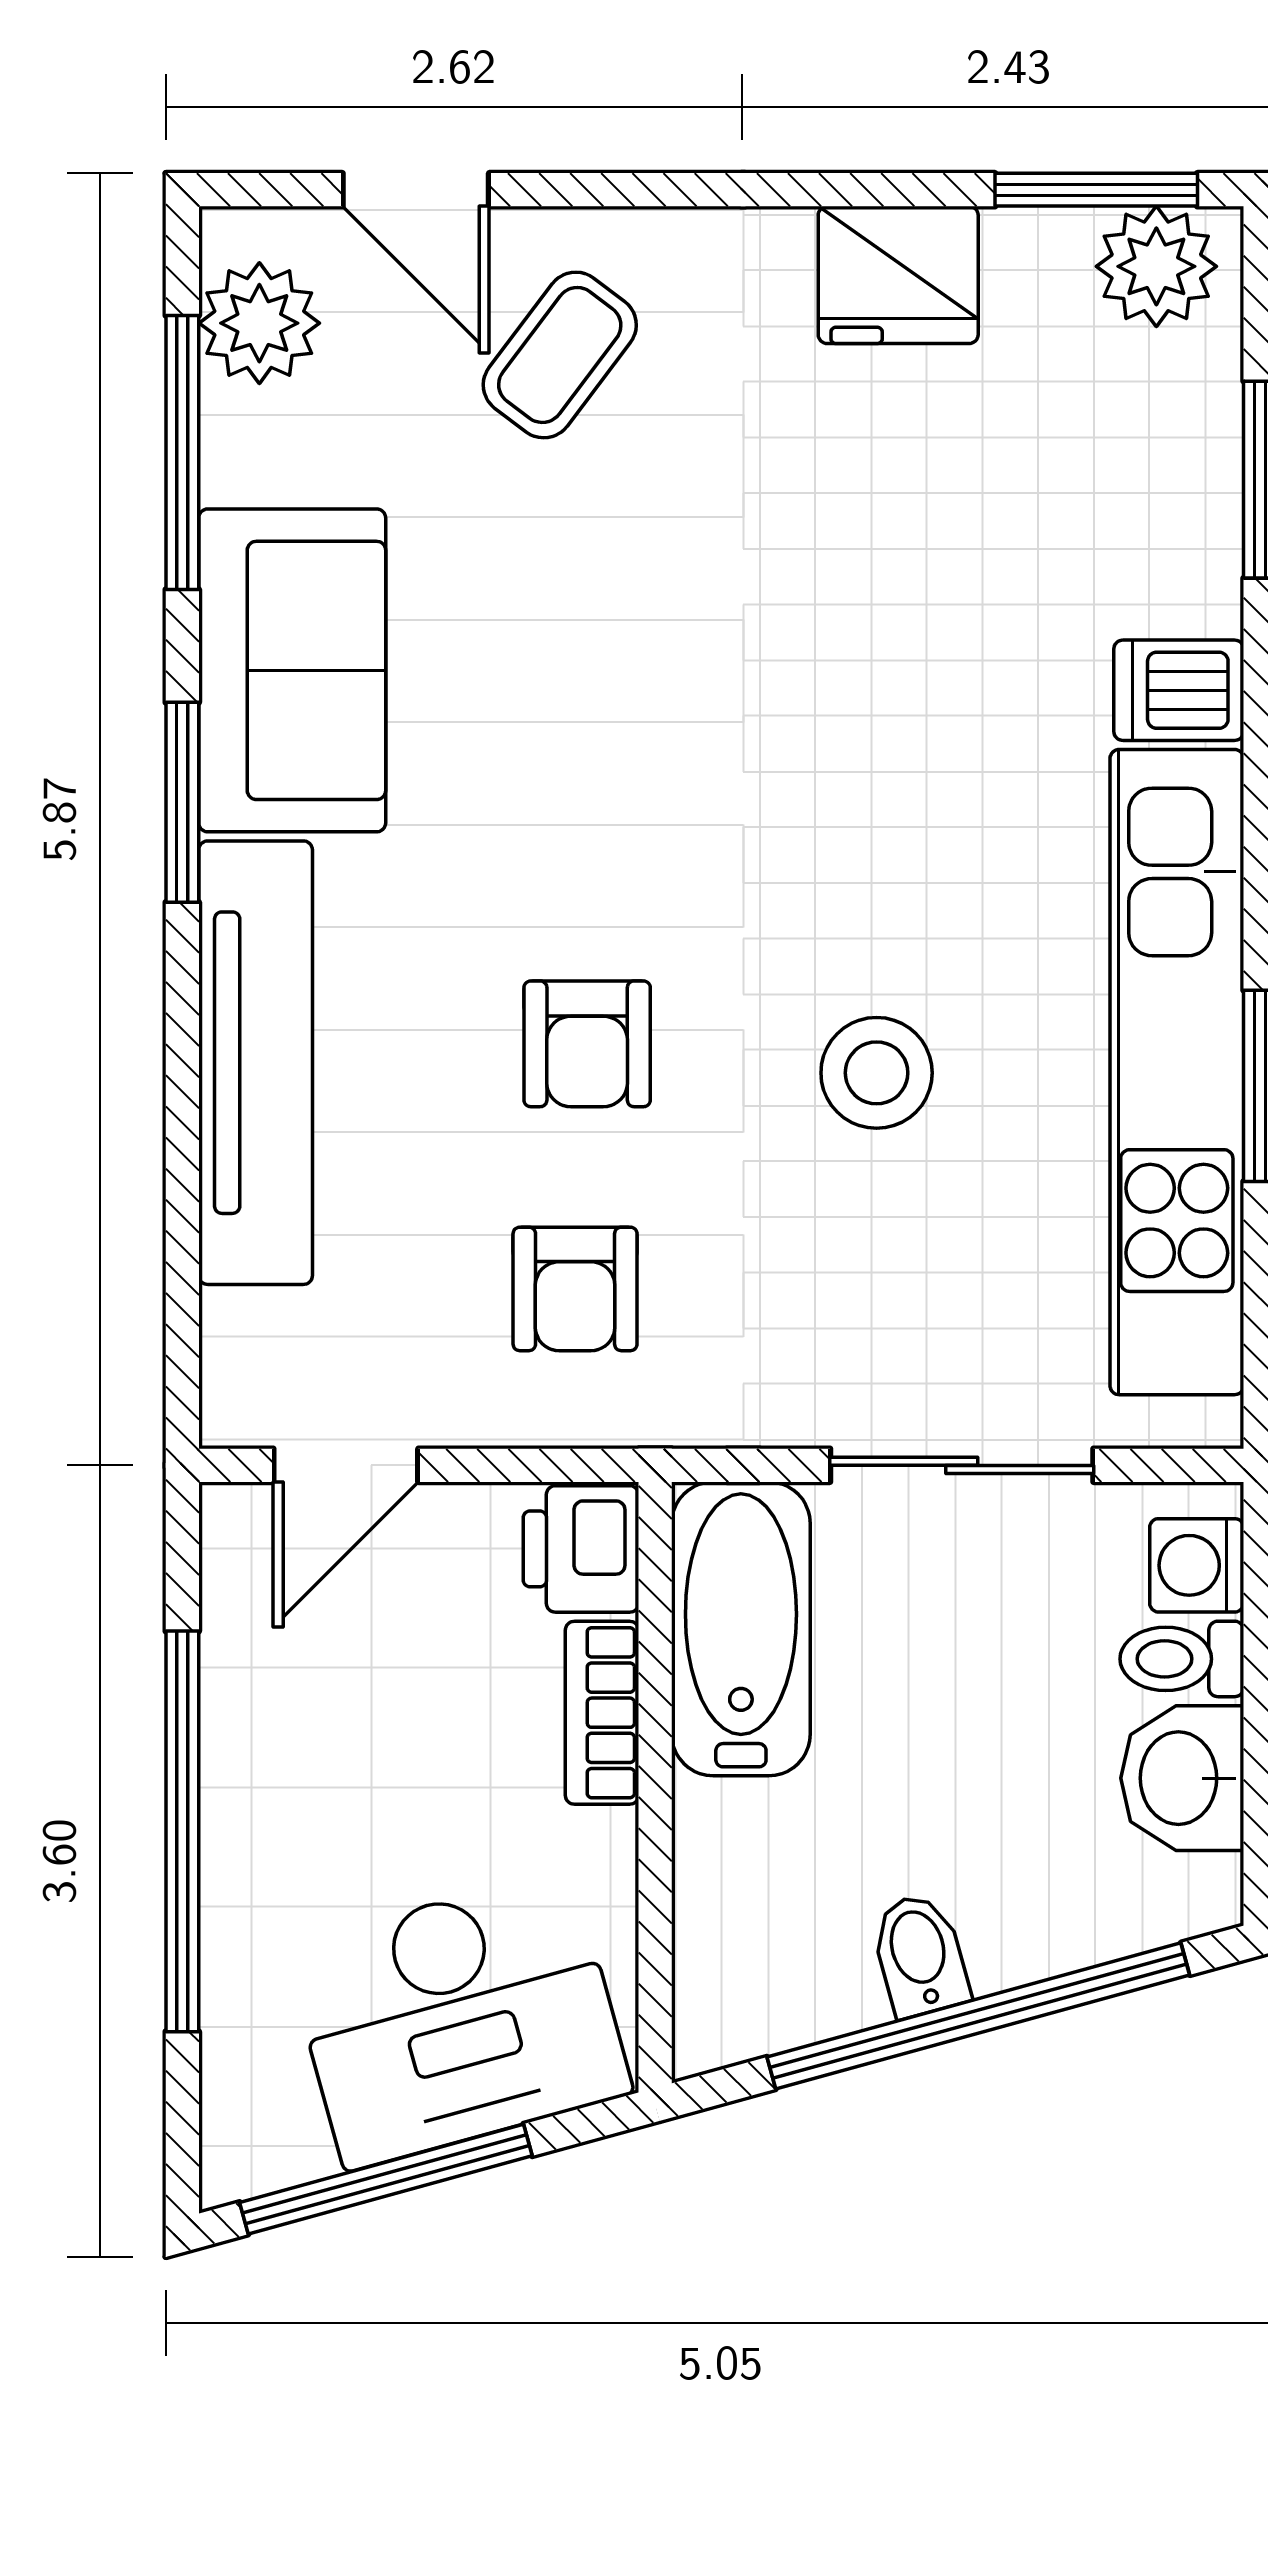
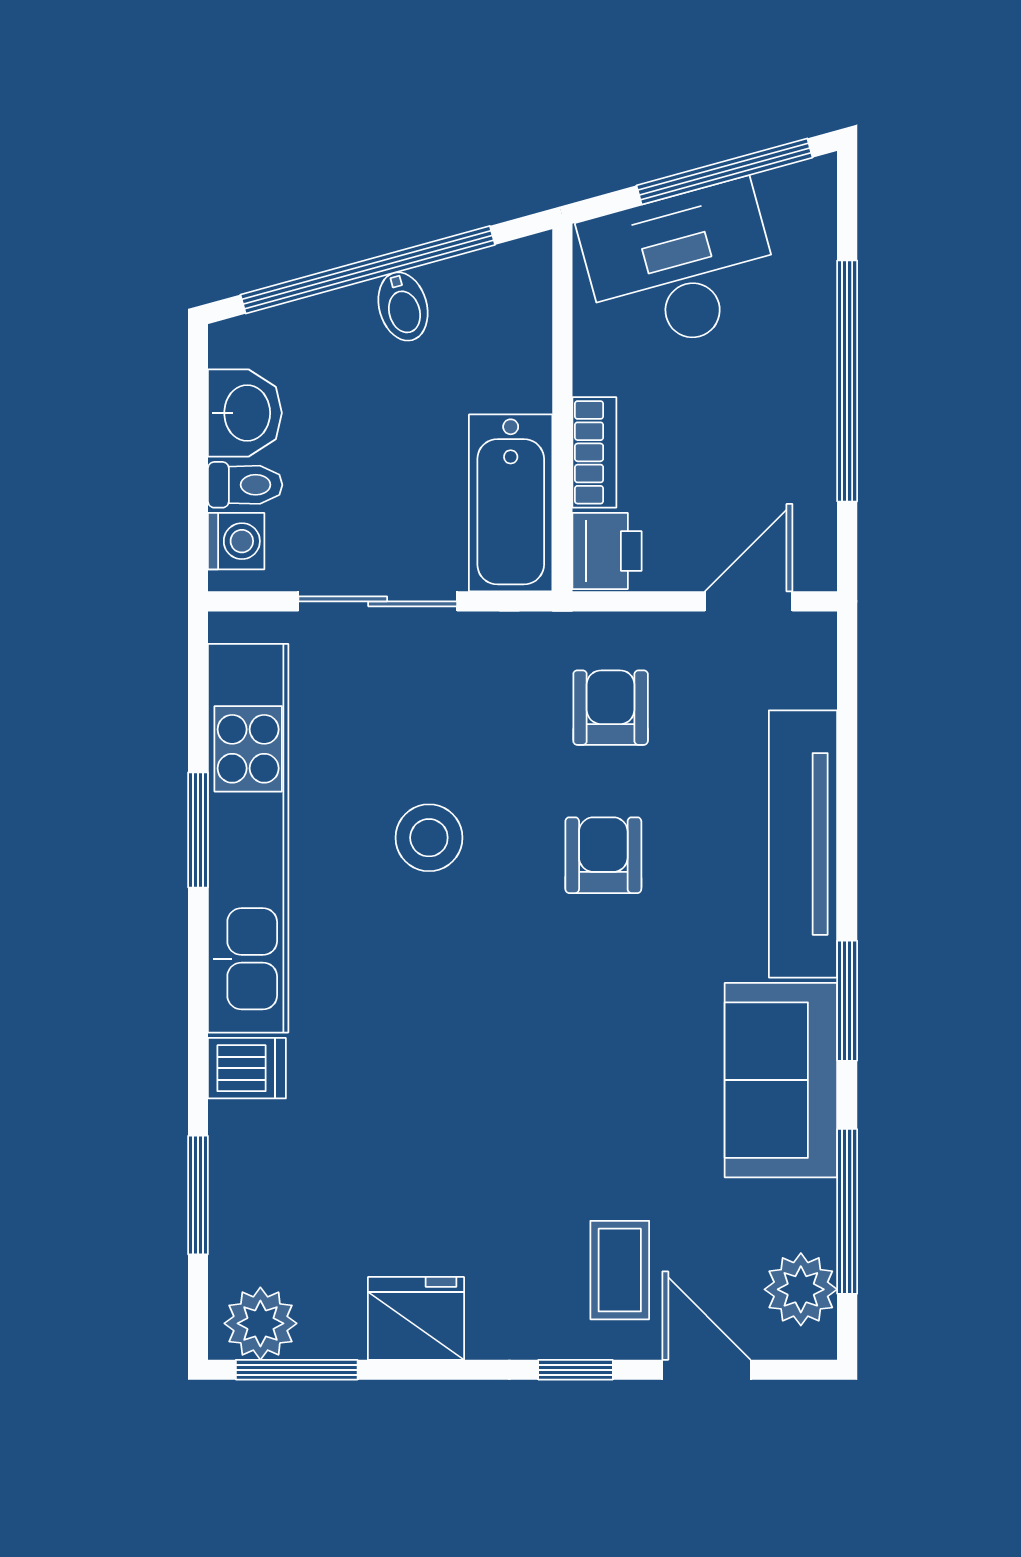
window: (633, 190) -> (575, 1370), added
coffee table: (560, 355) -> (620, 1270), turned -37

